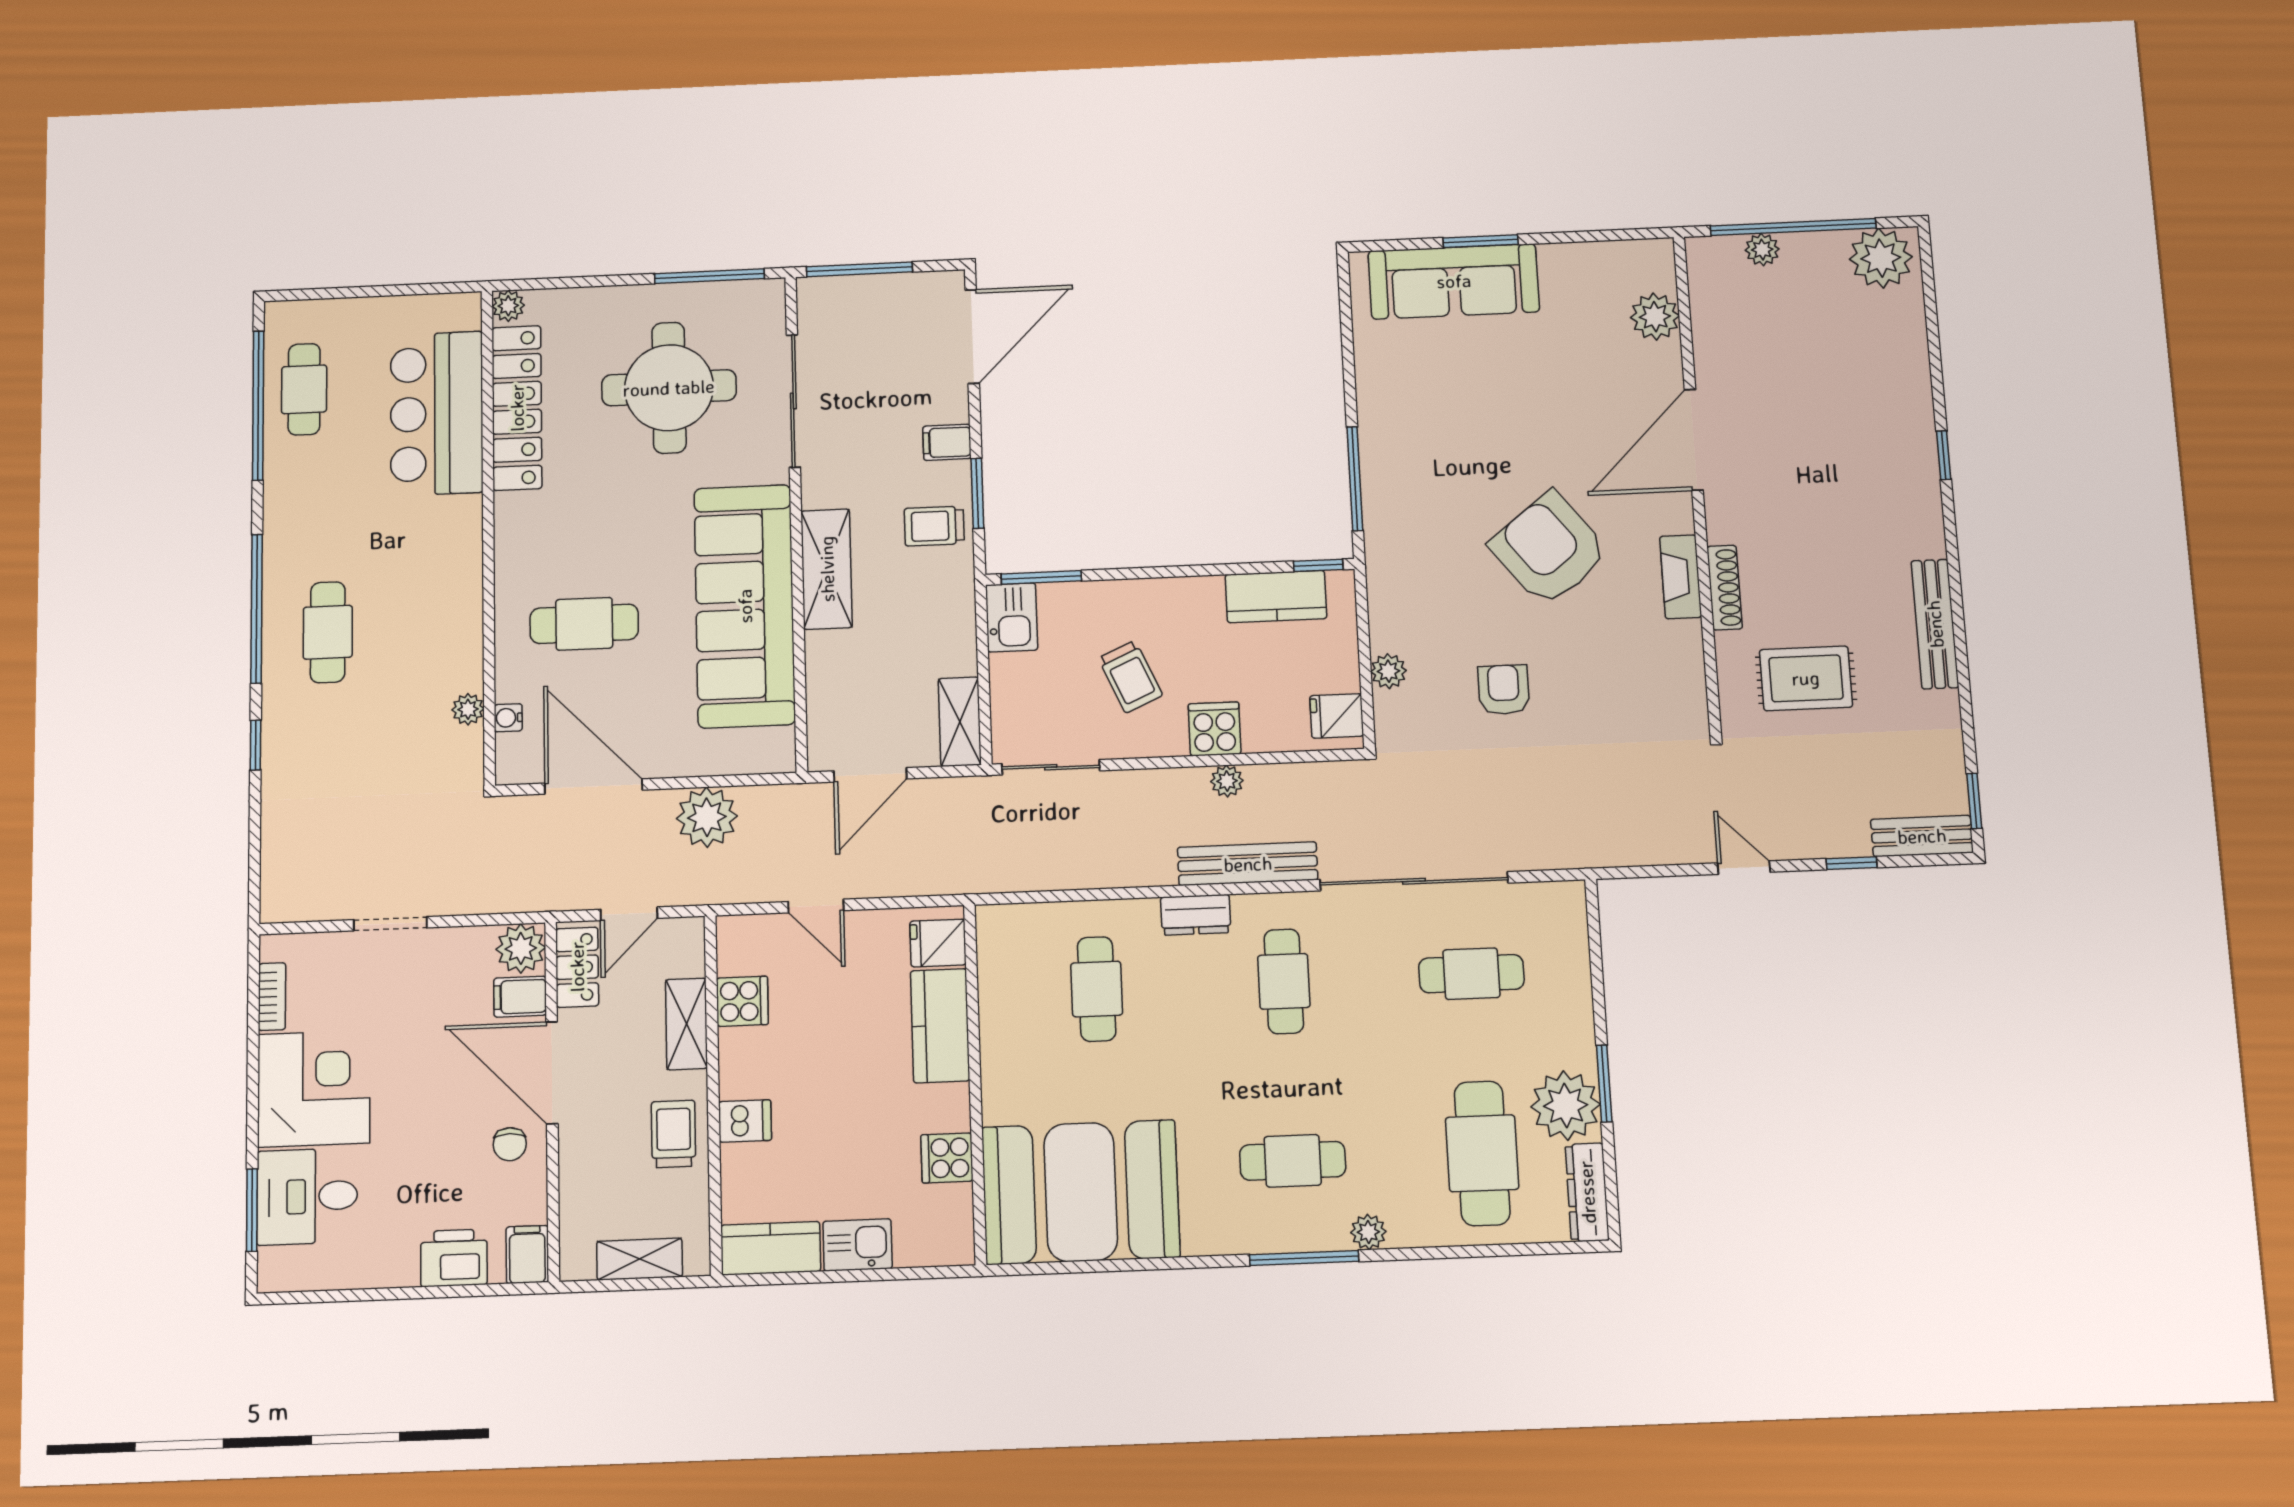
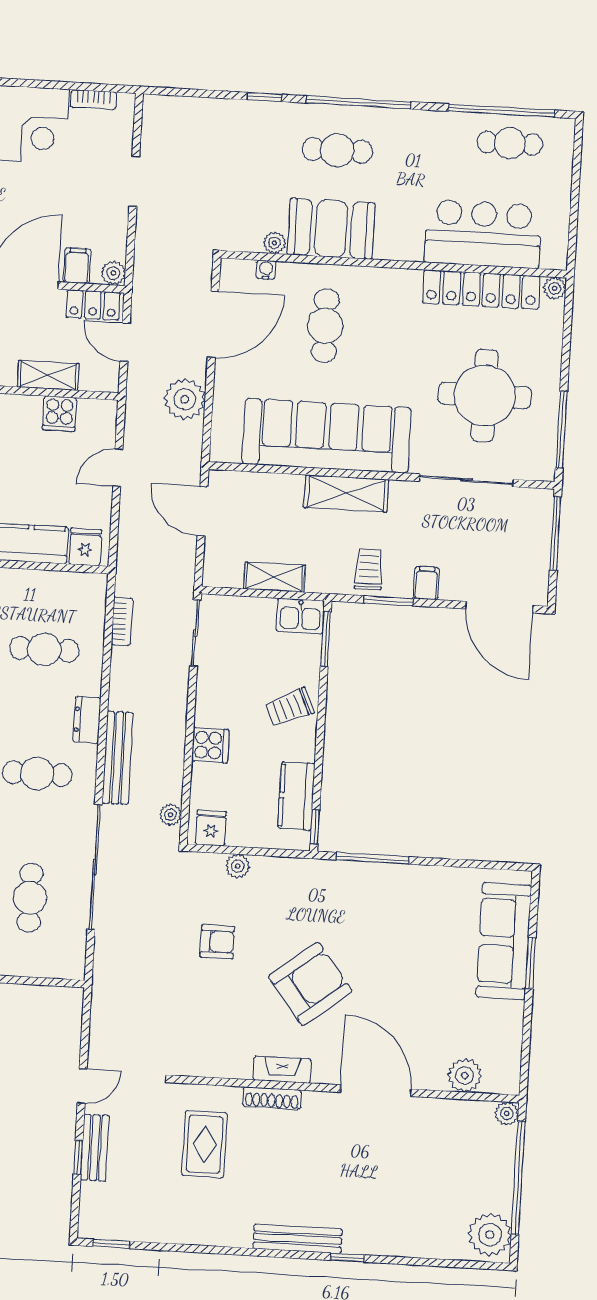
plant: (1762, 250) -> (507, 1114), moved
bench: (1935, 624) -> (298, 1239), moved
booth: (442, 630) -> (331, 229), added
trolley: (1130, 677) -> (290, 707), moved
shelving: (960, 722) -> (274, 577), moved
plant: (1227, 781) -> (171, 815), moved
bench: (1922, 836) -> (95, 1148), moved
bookcase: (1044, 877) -> (122, 621), added
plant: (521, 948) -> (113, 273), width x0.73, depth x0.73

